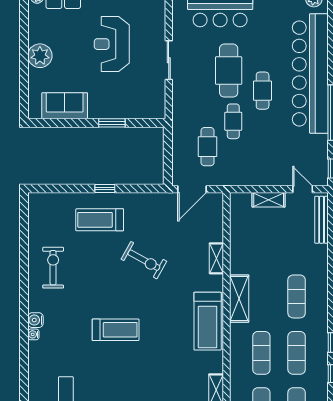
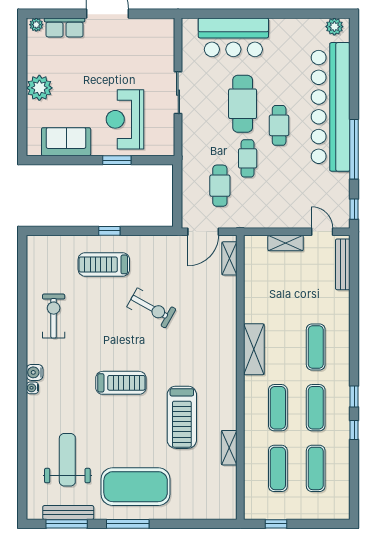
reception desk: (112, 44) -> (125, 119), moved
shelving: (216, 258) -> (229, 258), moved
treadmill: (208, 321) -> (182, 417), moved

